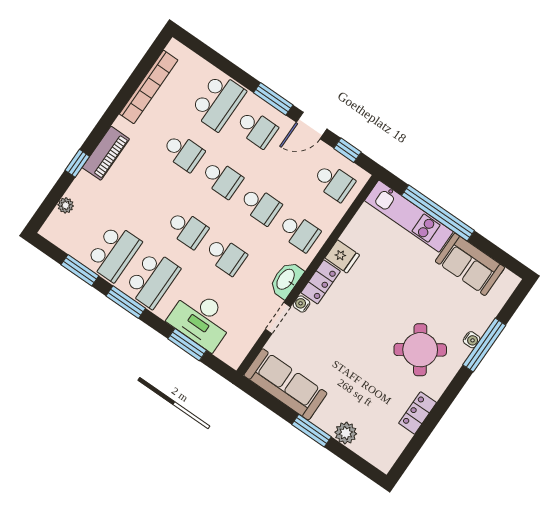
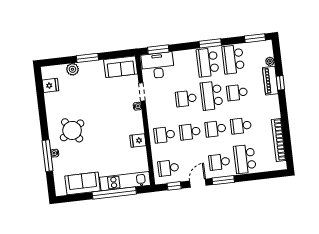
piano: (106, 153) -> (270, 81), moved
school desk: (148, 202) -> (237, 93), added
school desk: (187, 229) -> (212, 96), width x1.85
window: (80, 270) -> (255, 38), moved
washbasin: (286, 280) -> (152, 111), removed
locker: (321, 282) -> (138, 122), removed
desk: (201, 319) -> (158, 66), moved
window: (187, 345) -> (158, 50), moved
sofa: (285, 384) -> (121, 67), width x0.73
locker: (418, 413) -> (50, 103), removed
fridge: (396, 438) -> (50, 85), added

